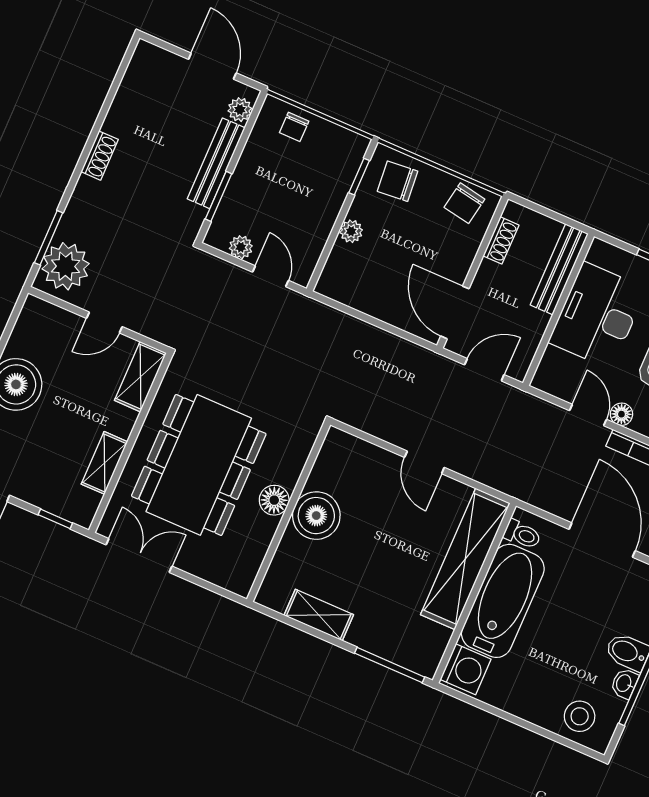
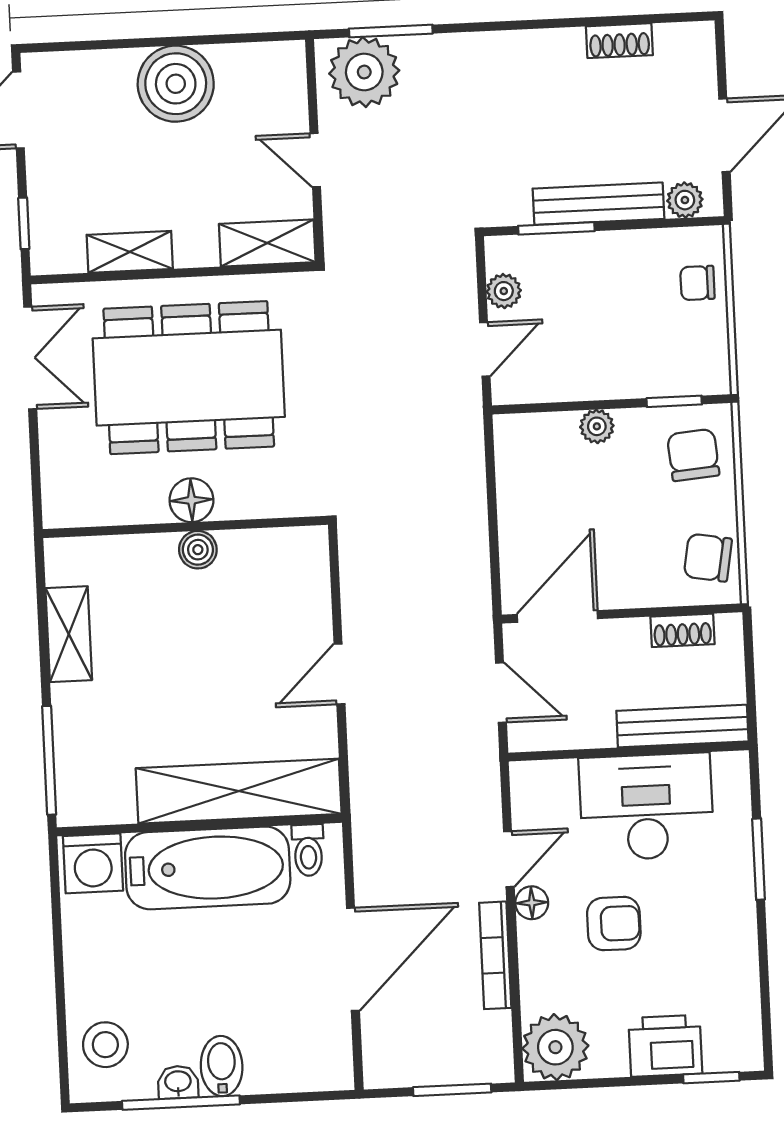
shoe rack: (100, 156) -> (619, 41), moved
boiler: (316, 516) -> (198, 550), width x0.54, depth x0.54

